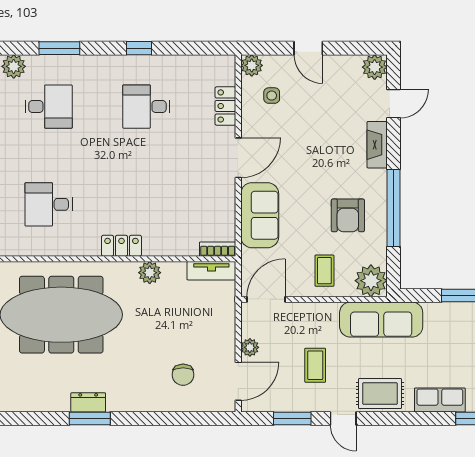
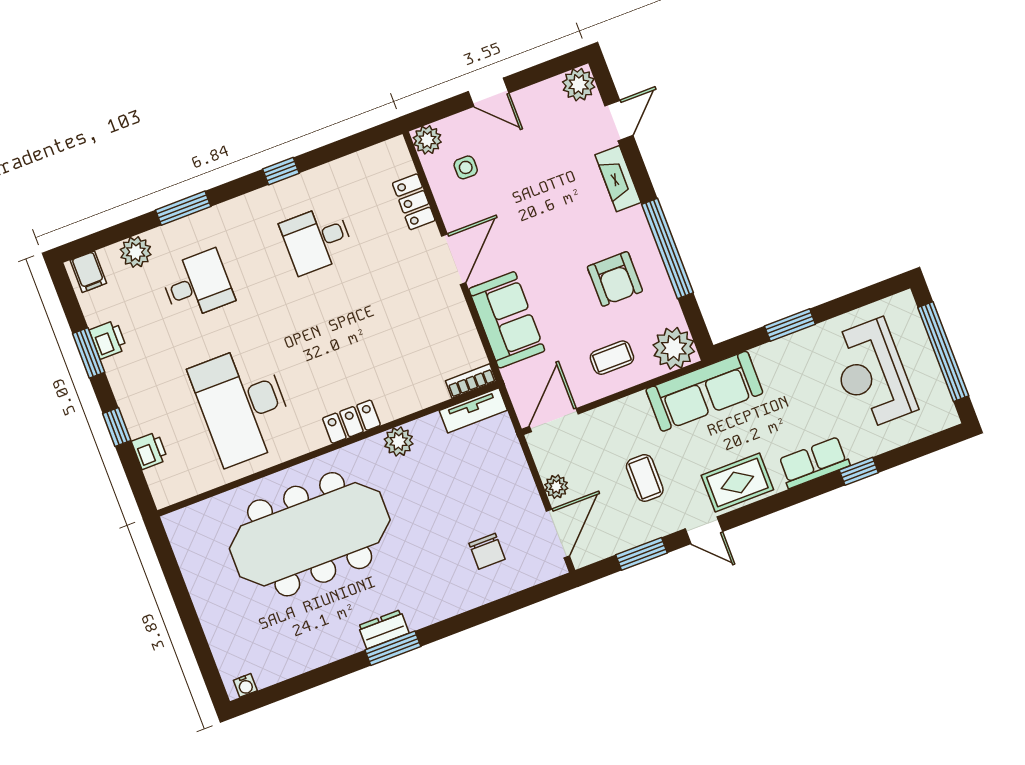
desk: (49, 204) -> (243, 405), width x1.87, depth x1.30
coffee table: (324, 271) -> (612, 358), turned 90

